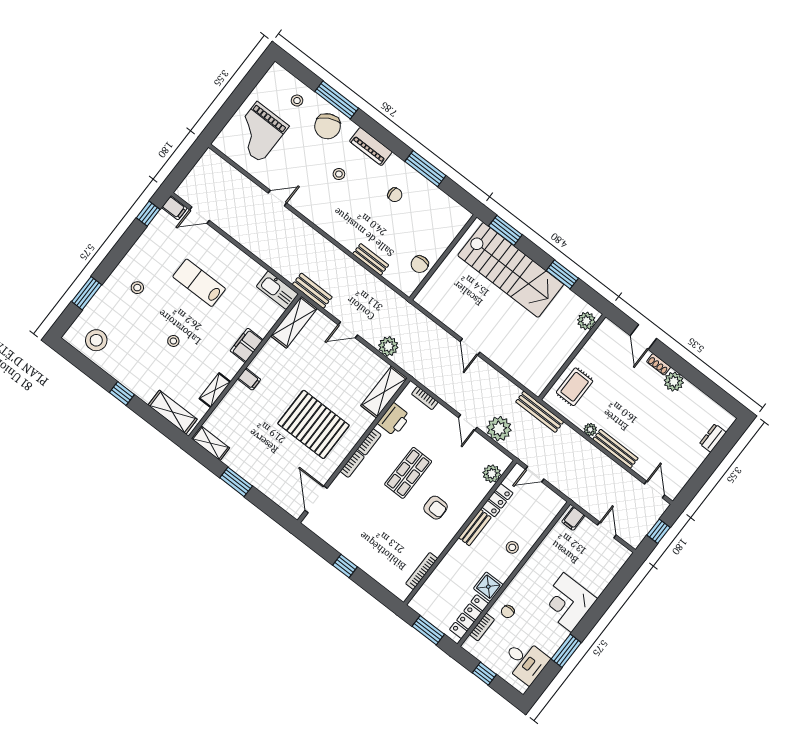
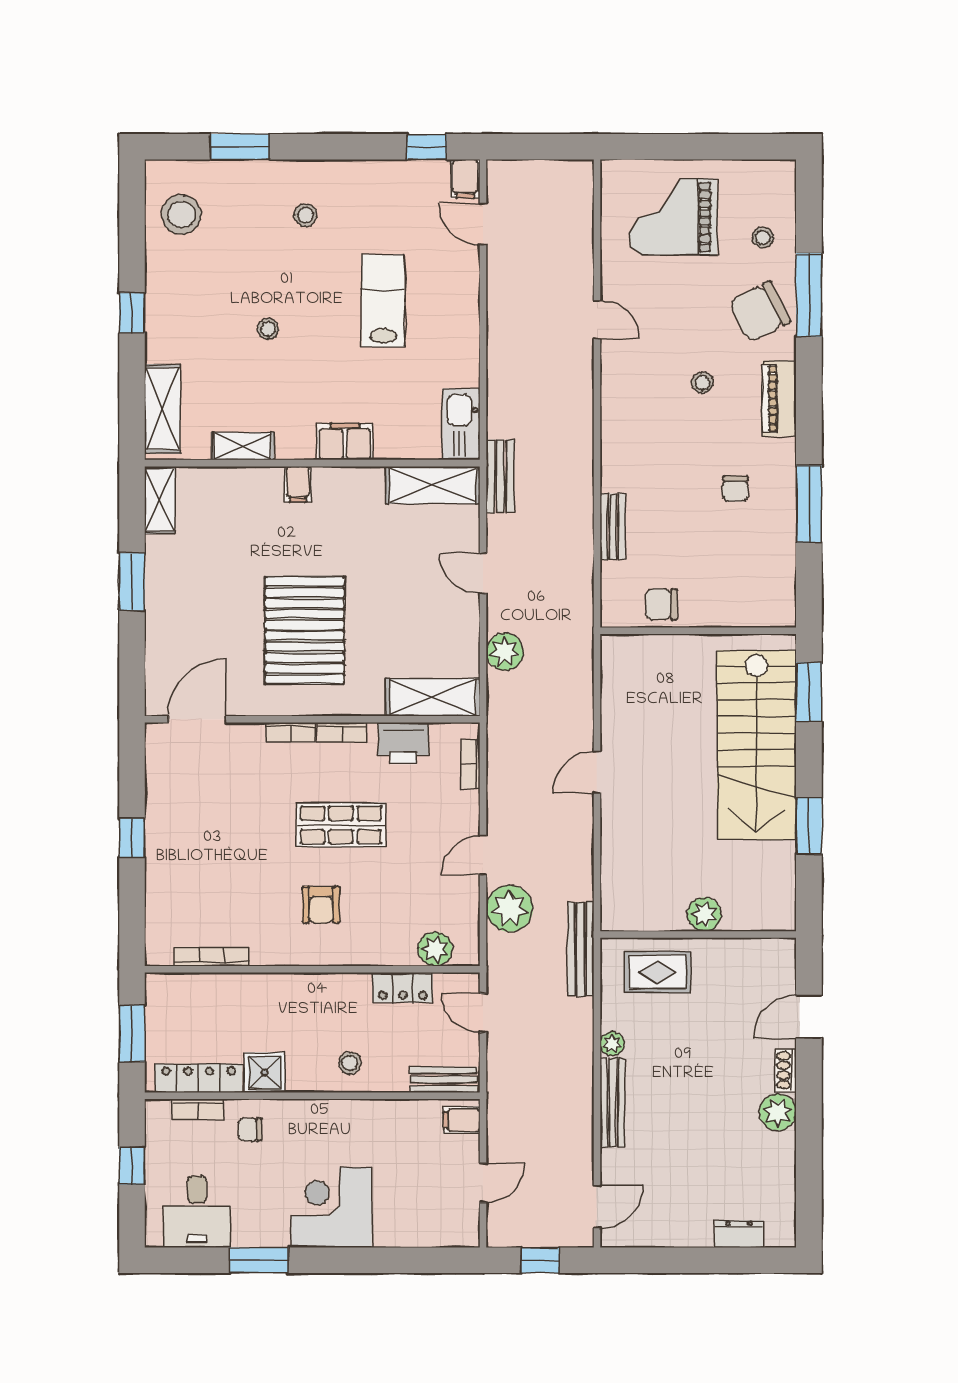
plant: (586, 321) -> (704, 914), moved
bench: (475, 527) -> (444, 1080), moved

